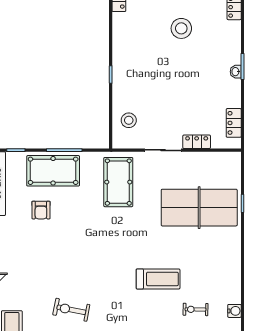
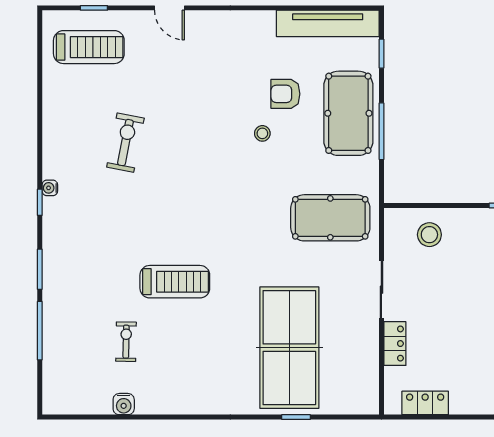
stool: (66, 224) -> (262, 133), added
treadmill: (158, 279) -> (175, 282), turned -90

